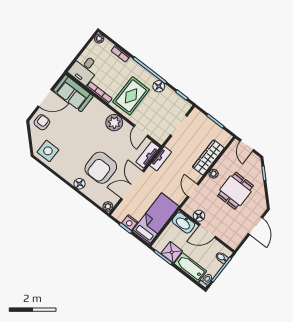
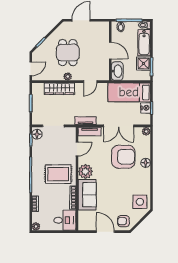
floor lamp: (159, 86) -> (37, 134), moved
sofa: (73, 93) -> (87, 195), moved
dining table: (235, 191) -> (68, 53), turned 90
floor lamp: (199, 216) -> (104, 64), removed

